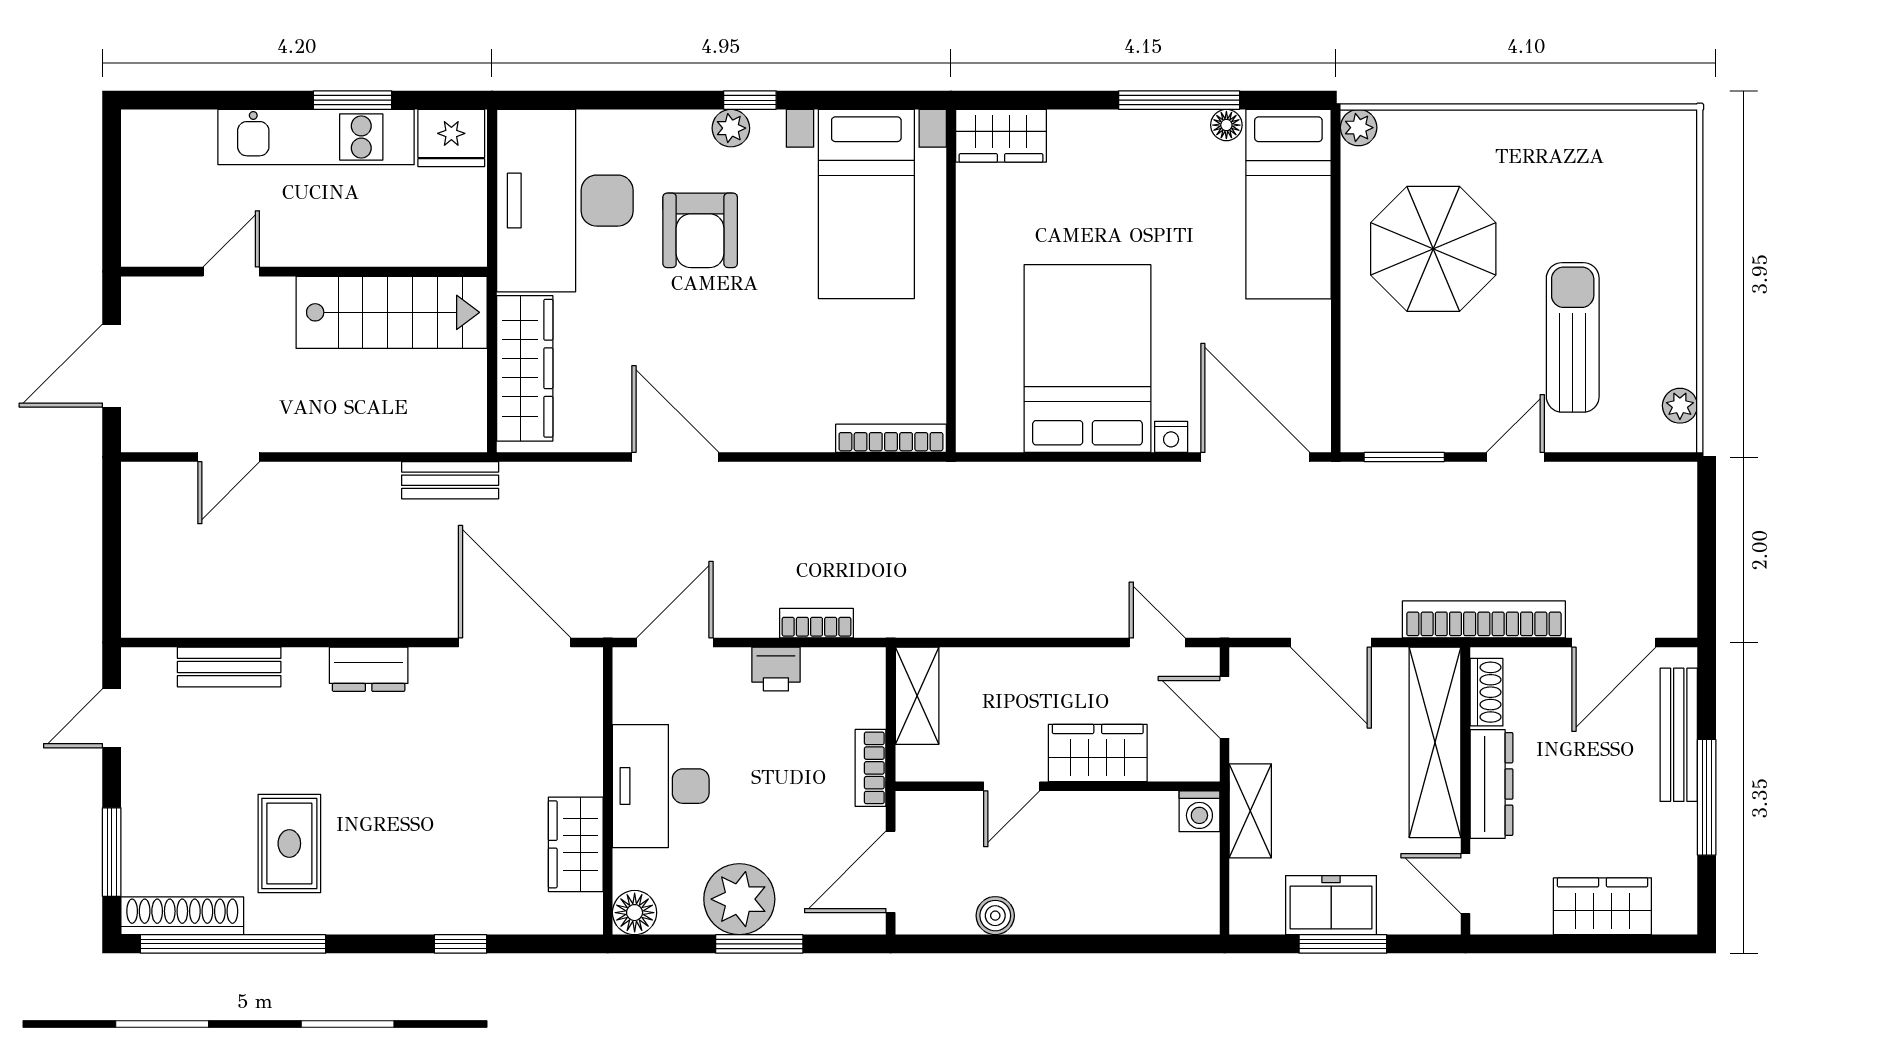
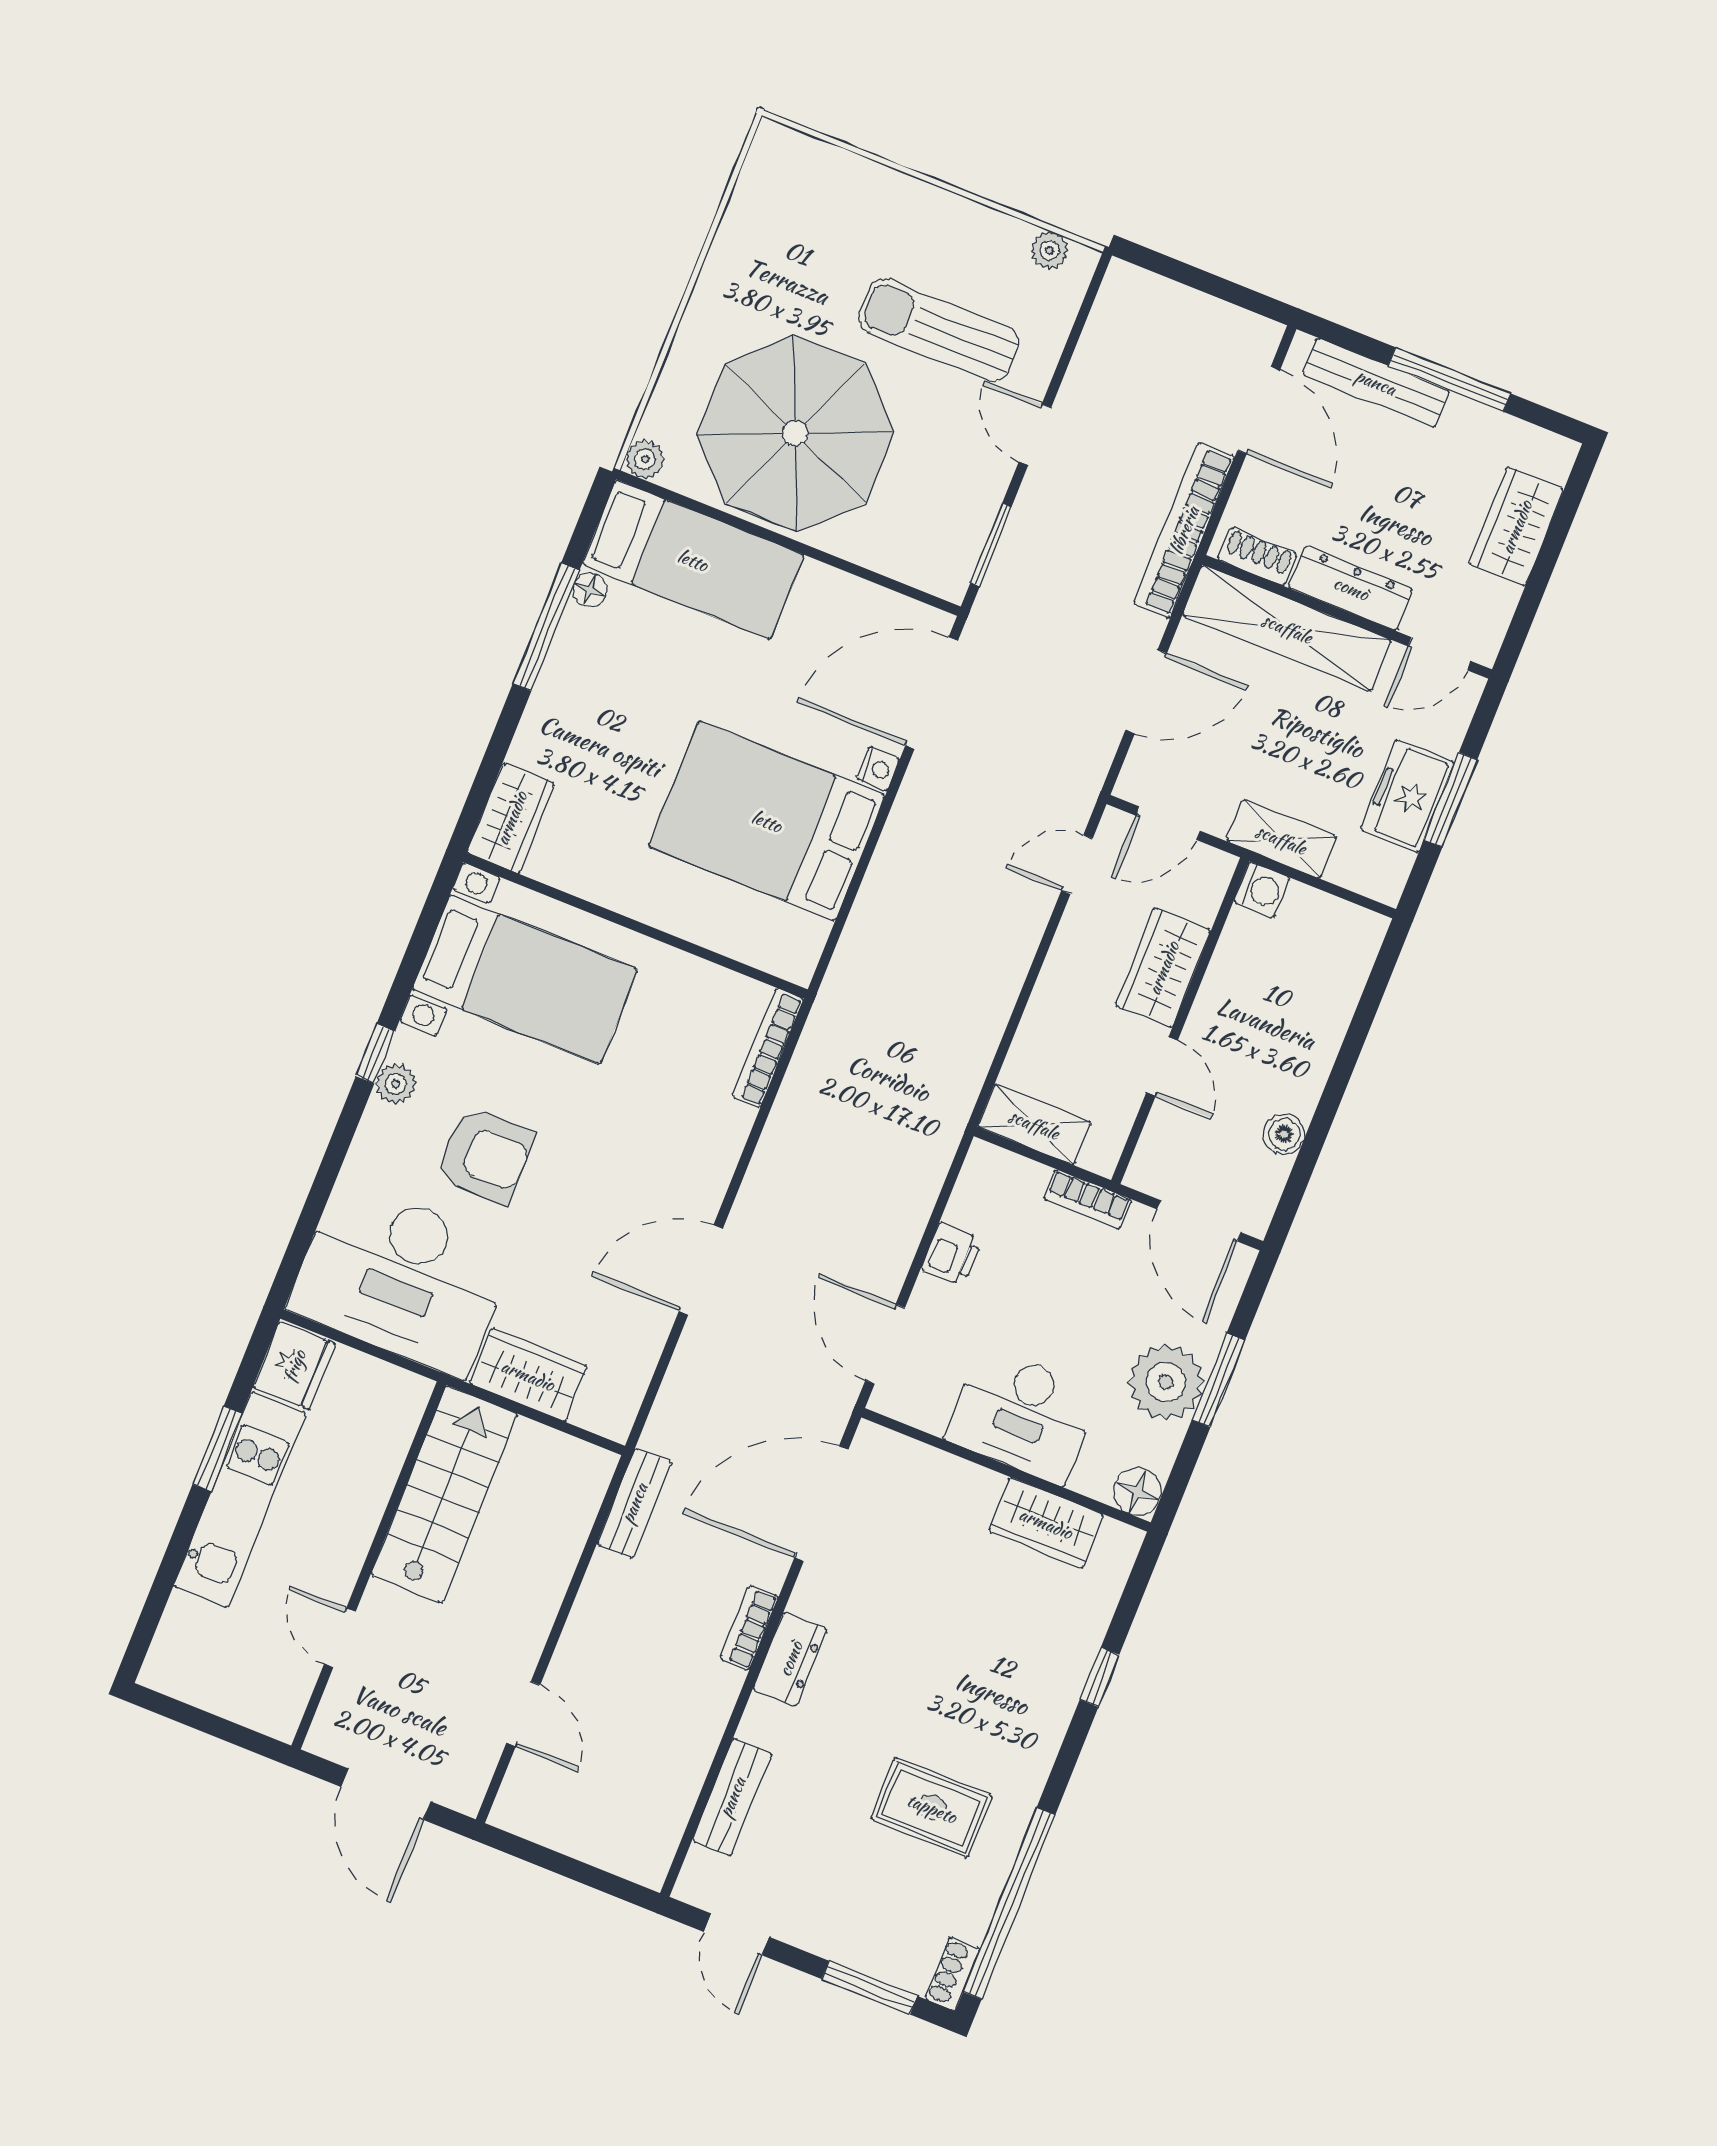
parasol: (1433, 249) -> (795, 433), width x1.36, depth x1.36
wardrobe: (525, 368) -> (528, 1375), width x0.67
bookcase: (817, 623) -> (749, 1628), moved
shoe rack: (182, 916) -> (953, 1974), width x0.51, depth x0.81

